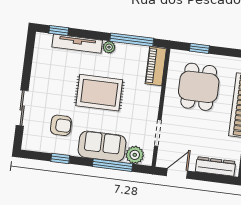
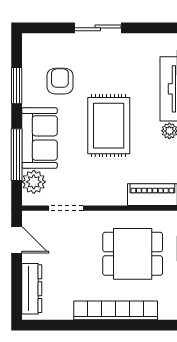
sliding door: (22, 108) -> (98, 28), moved
armchair: (61, 125) -> (60, 81), turned 180
window: (60, 159) -> (17, 86), width x1.50

